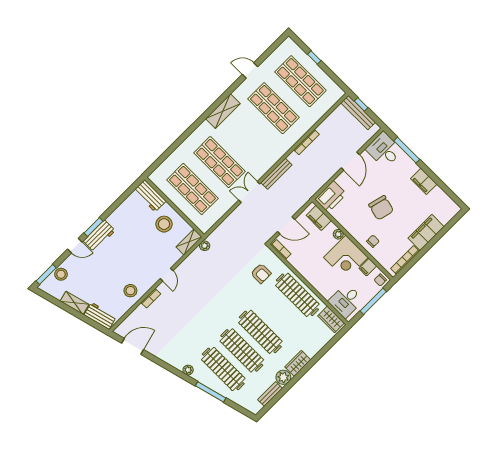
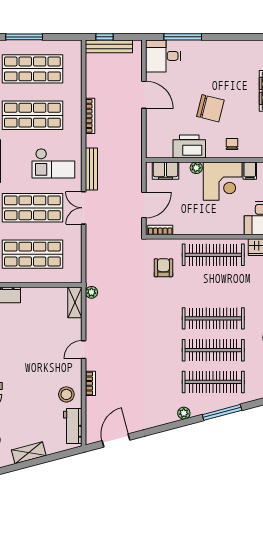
window: (314, 58) -> (24, 37), width x2.17
checkout: (258, 148) -> (53, 163), added
filing cabinet: (424, 181) -> (224, 49), removed
printer: (331, 197) -> (189, 147), moved, turned -90
stool: (164, 224) -> (38, 309), removed
armchair: (261, 273) -> (163, 268), turned -90
door: (167, 275) -> (84, 350), swing flipped
workbench: (100, 316) -> (73, 426), moved, turned -75

